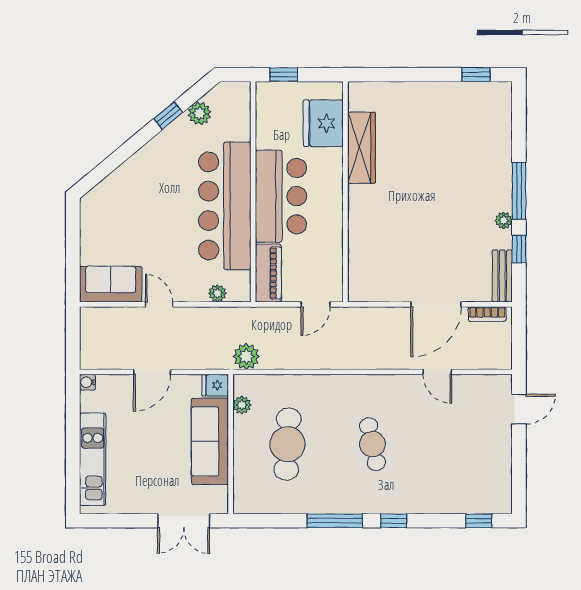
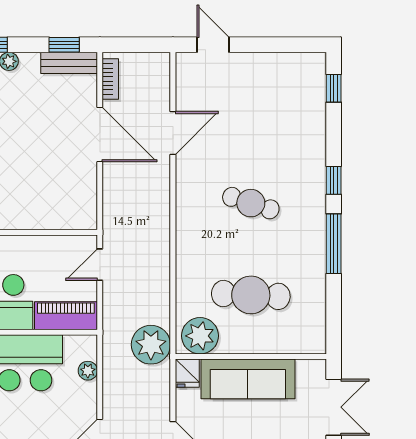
window: (519, 249) -> (64, 45), moved
door: (316, 304) -> (100, 265), swing flipped
plant: (246, 357) -> (151, 345), width x1.36, depth x1.36
door: (437, 372) -> (173, 133), width x1.38
plant: (242, 405) -> (200, 336), width x1.87, depth x1.87
cafe table: (372, 444) -> (251, 203), turned 30

